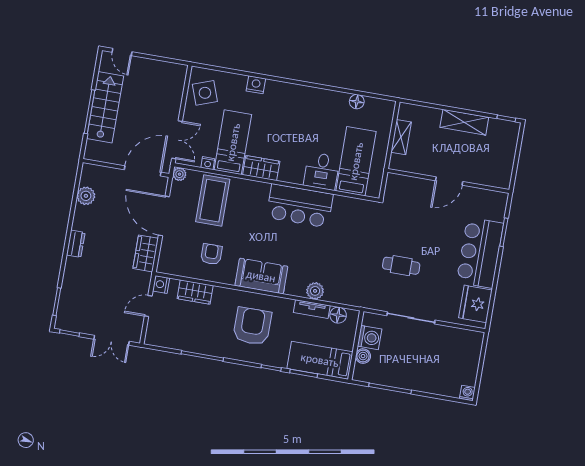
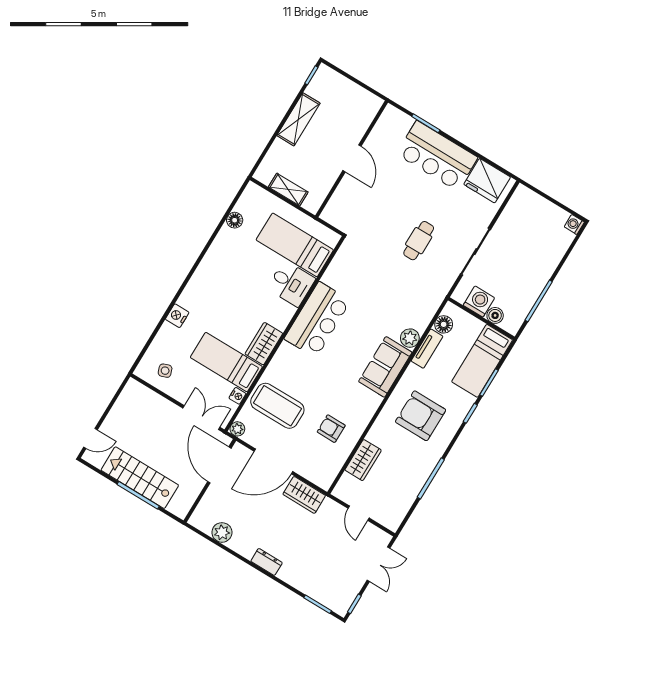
side table: (205, 93) -> (165, 371), width x0.54, depth x0.54
sofa: (261, 276) -> (385, 367), moved
nightstand: (161, 284) -> (342, 492), removed

